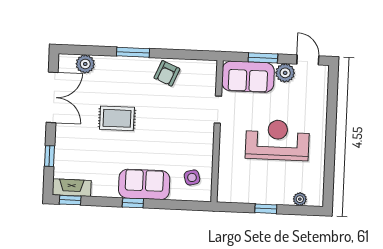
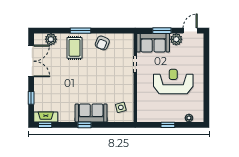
door: (308, 60) -> (190, 31), hinge flipped
rug: (117, 118) -> (75, 48), moved, turned 90

